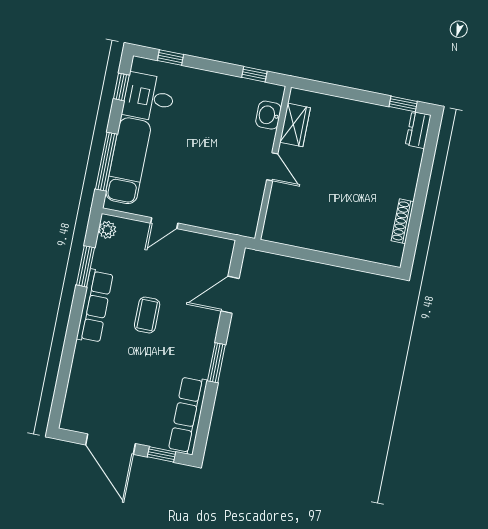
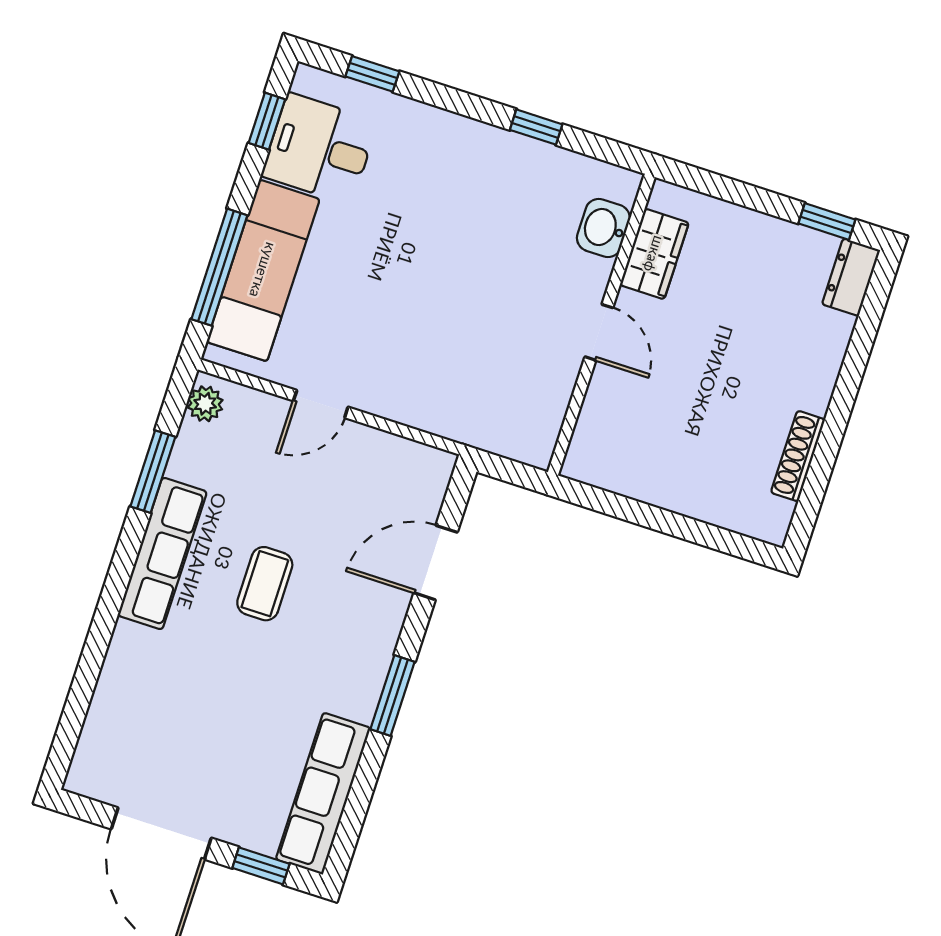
washbasin: (268, 115) -> (603, 228), moved
wardrobe: (295, 125) -> (654, 254), moved
wall: (273, 163) -> (601, 325), moved
door: (272, 167) -> (599, 332), moved

